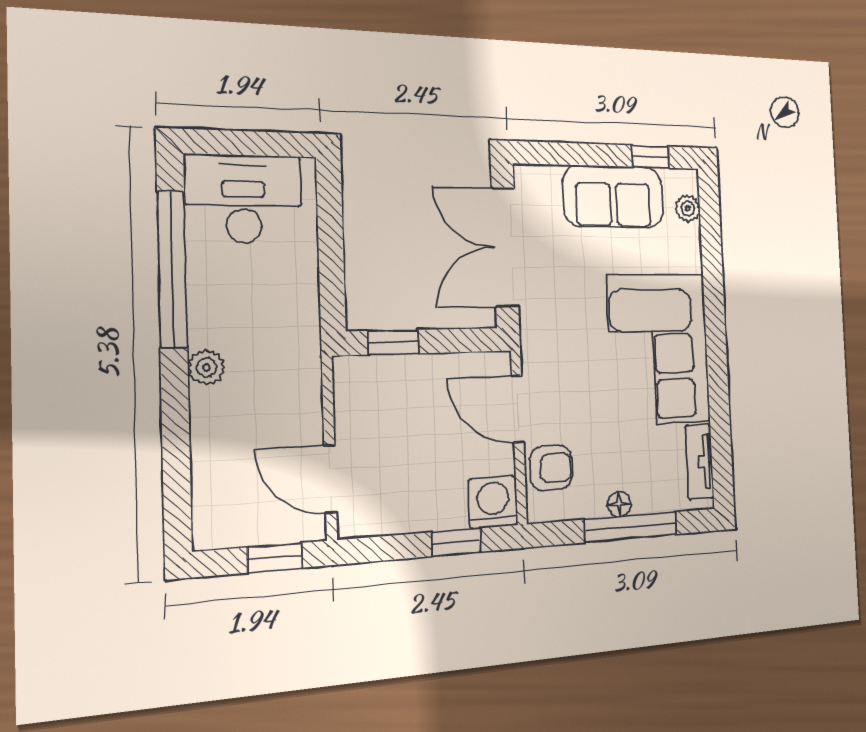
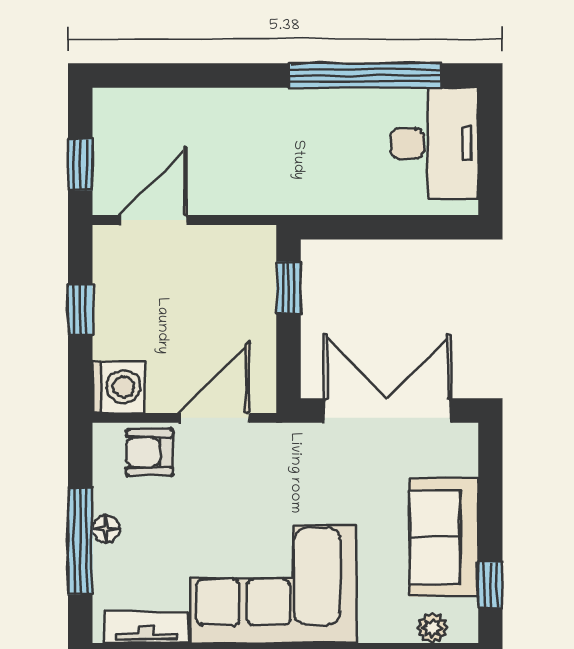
plant: (206, 367) -> (269, 105), removed
armchair: (551, 468) -> (150, 452), turned 90
window: (456, 542) -> (80, 310), moved

